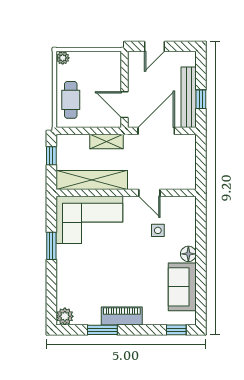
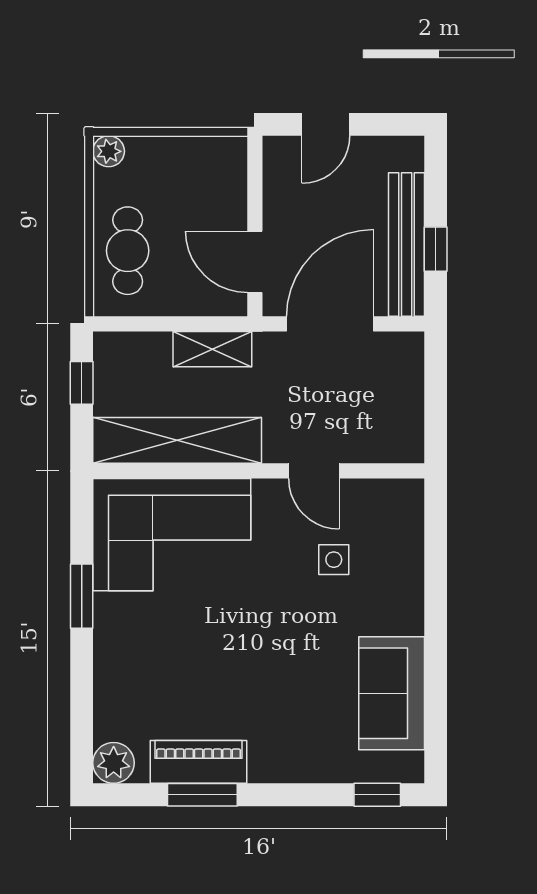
floor lamp: (188, 254) -> (406, 615), removed
piano: (122, 316) -> (199, 762), moved

